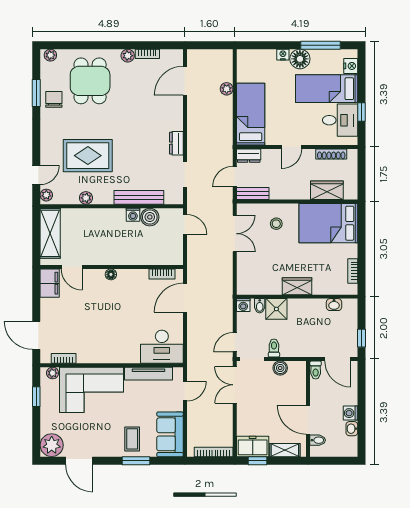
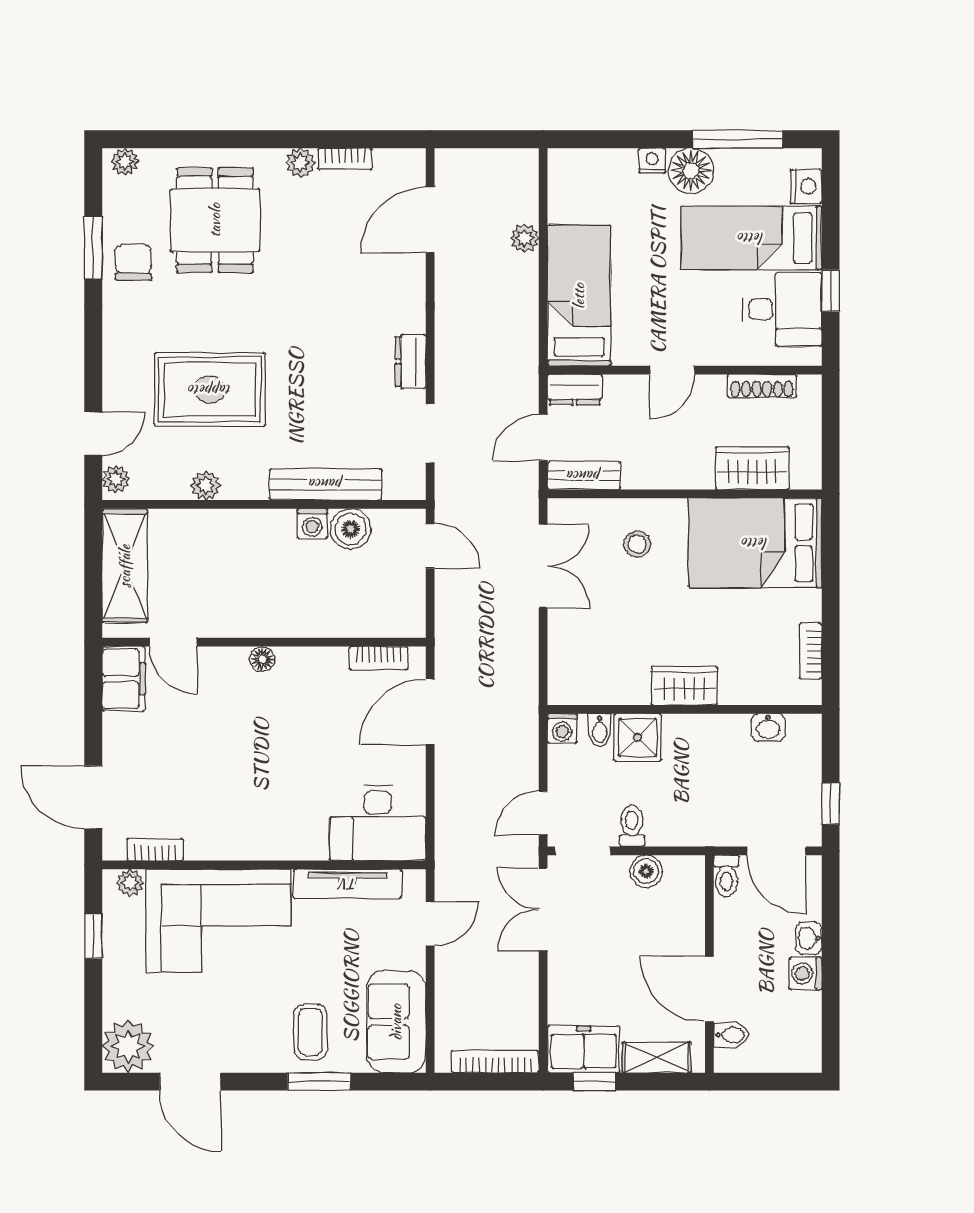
washbasin: (352, 429) -> (809, 938), moved

